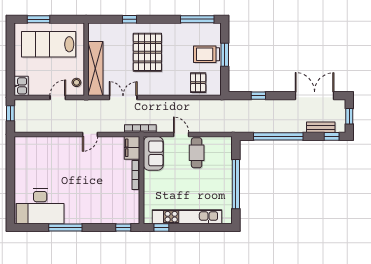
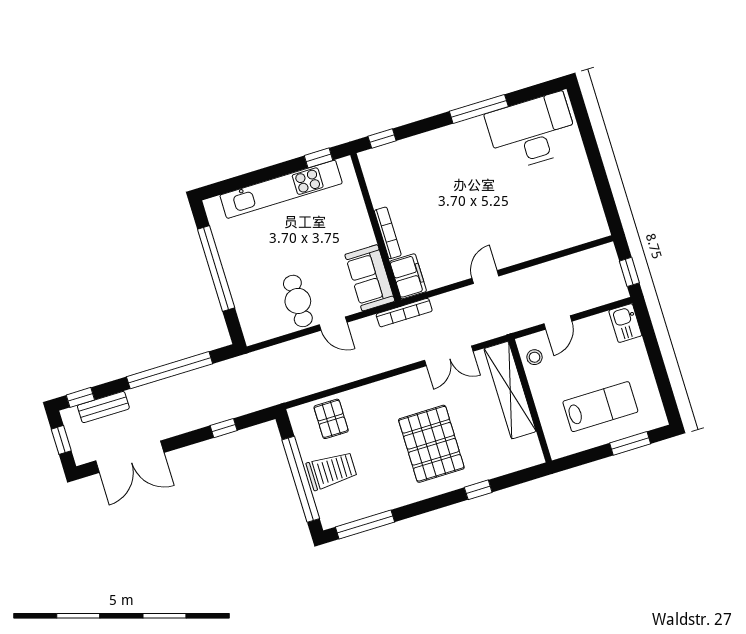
lab bench: (49, 44) -> (600, 407), width x0.73, depth x0.72
window: (225, 55) -> (301, 479), width x2.11

